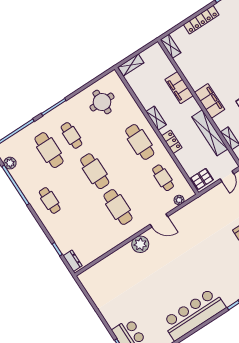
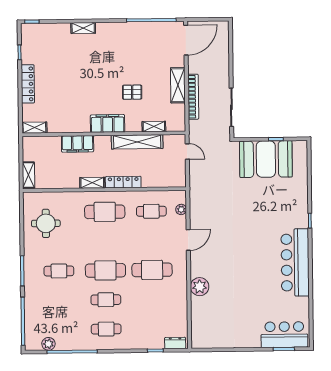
locker: (172, 142) -> (123, 182), width x1.53
cafe table: (49, 150) -> (106, 300), moved, width x0.73, depth x0.74
pallet: (202, 179) -> (175, 176), removed
plant: (140, 244) -> (200, 287), moved

